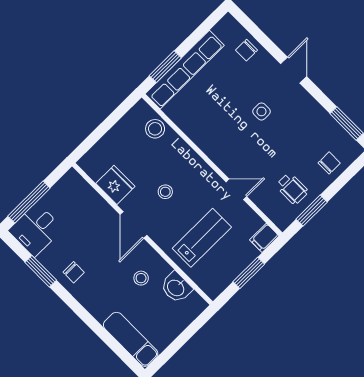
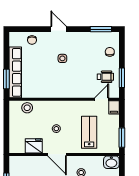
door: (236, 189) -> (102, 99), moved
window: (249, 273) -> (122, 138), moved
washbasin: (176, 287) -> (111, 162), moved

